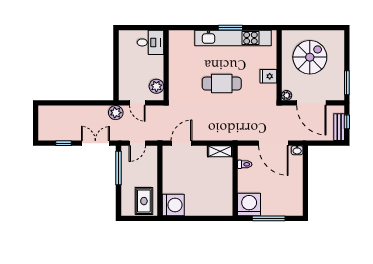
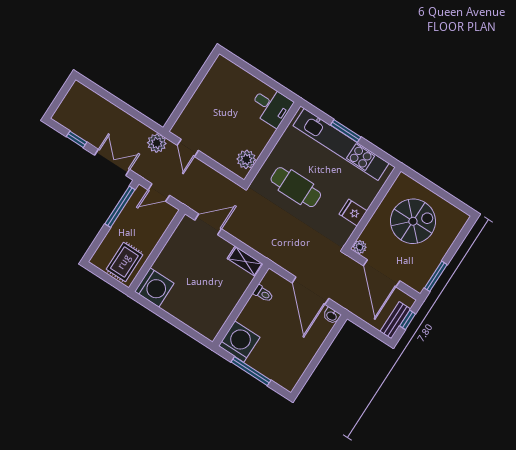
desk: (150, 42) -> (271, 106), moved
wall: (166, 65) -> (272, 143), moved
plant: (156, 86) -> (246, 159), moved

